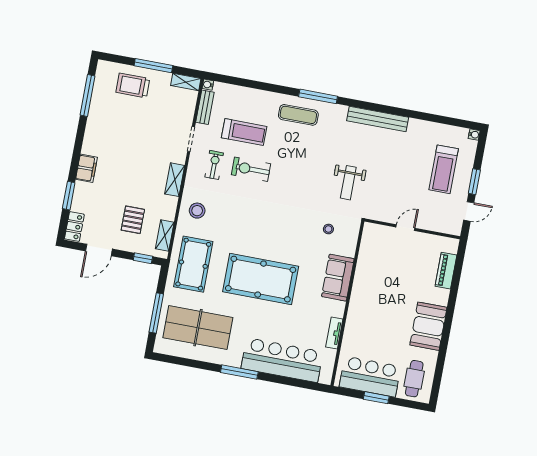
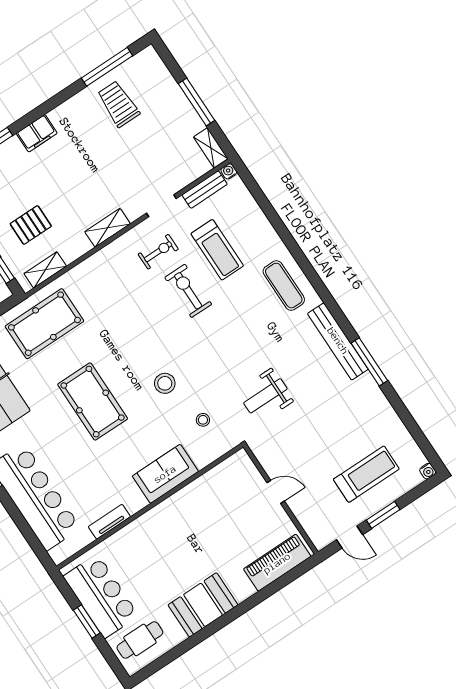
trolley: (133, 85) -> (118, 104), moved
window: (318, 96) -> (369, 362), moved
bench: (378, 119) -> (338, 341), moved
treadmill: (444, 169) -> (366, 474), turned 180
stool: (197, 211) -> (165, 383), moved
piano: (446, 271) -> (277, 563), width x1.37, depth x1.33
pool table: (261, 279) -> (93, 402), width x0.73, depth x0.76

